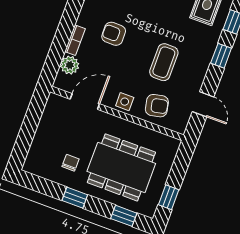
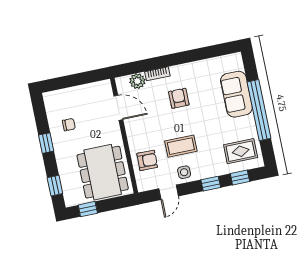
side table: (125, 102) -> (184, 172), moved
armchair: (157, 106) -> (147, 160), turned -78
dining table: (121, 167) -> (103, 172), moved

